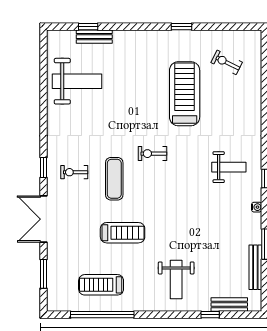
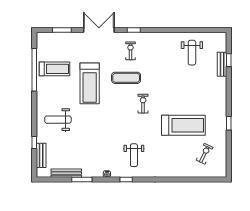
weight bench: (77, 81) -> (192, 53), width x0.73, depth x0.75
treadmill: (123, 233) -> (90, 83), width x1.37, depth x1.38
treadmill: (101, 285) -> (54, 69), turned 90

